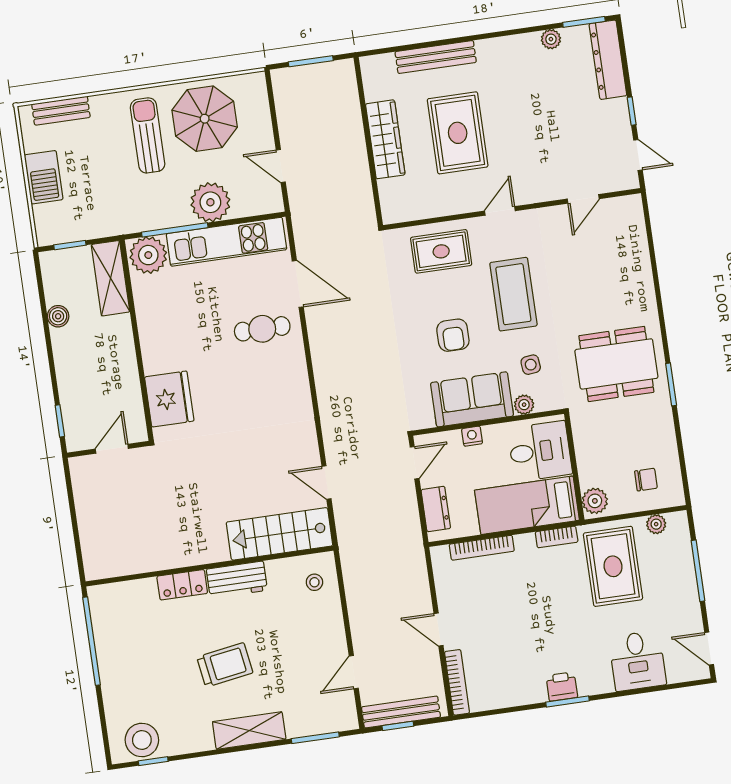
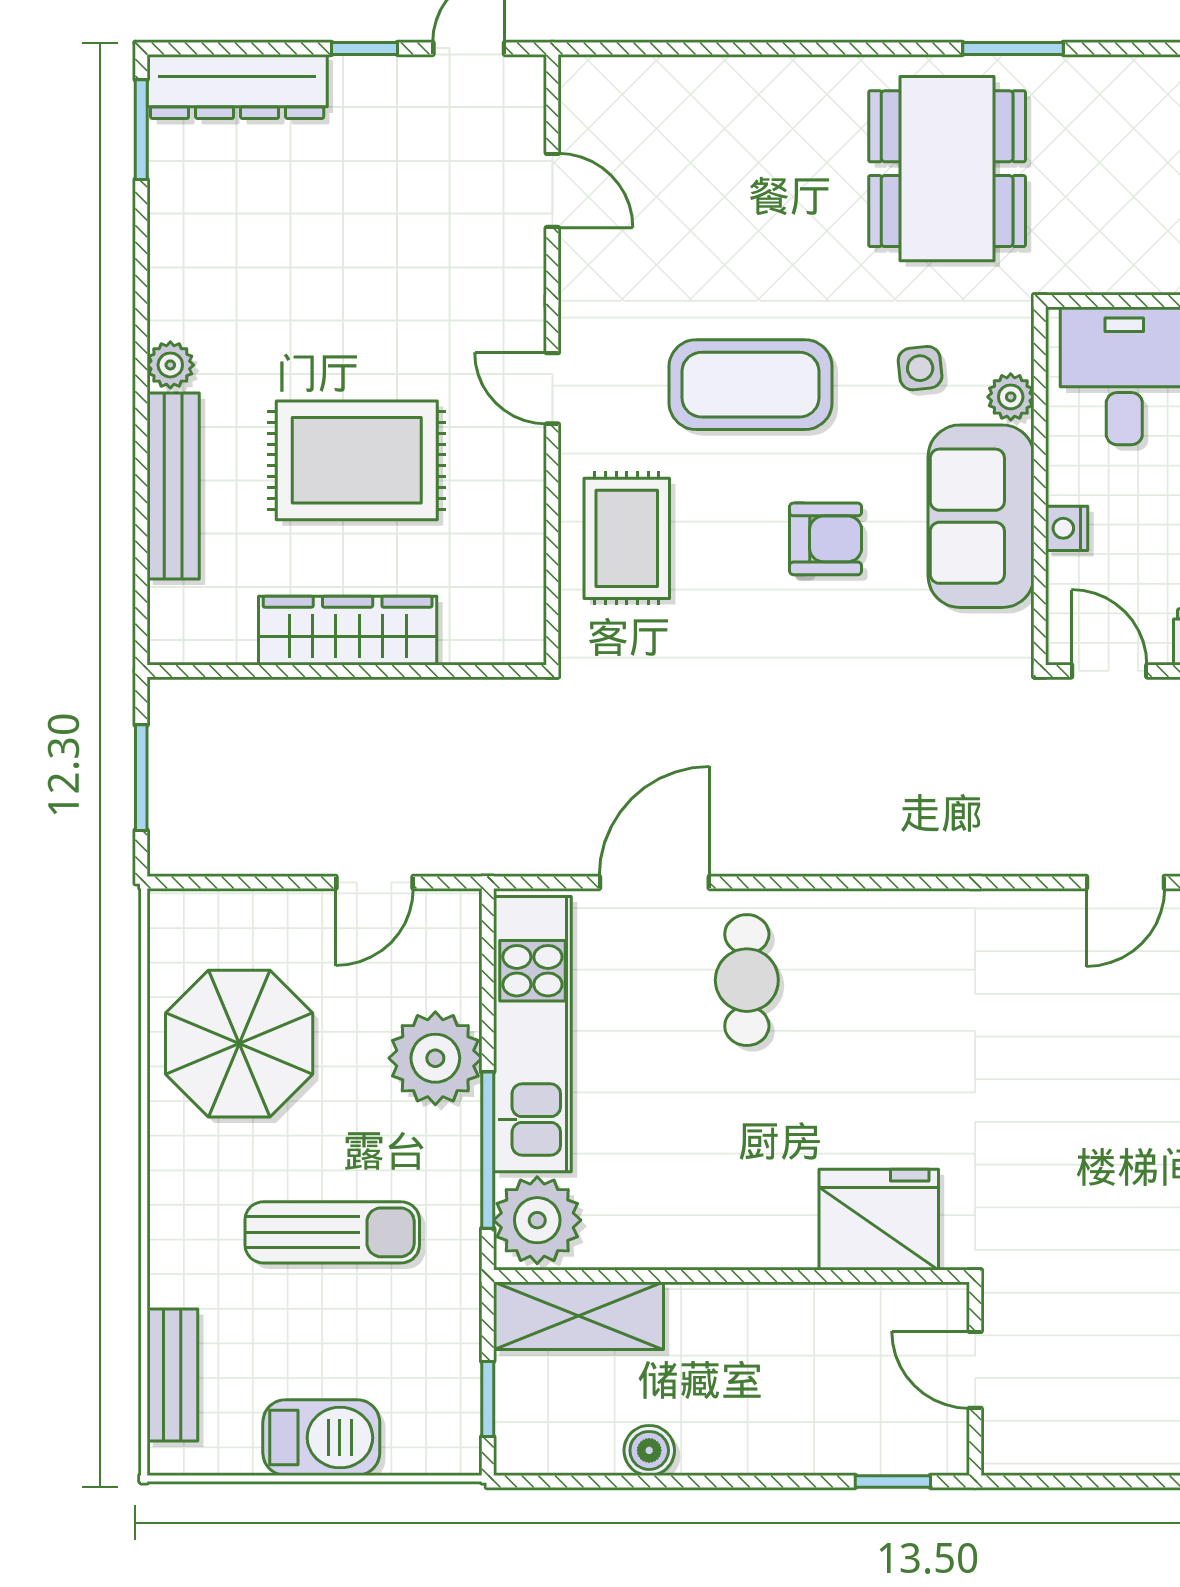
plant: (551, 39) -> (170, 365), moved
sun lounger: (148, 135) -> (332, 1232), moved, turned 180

